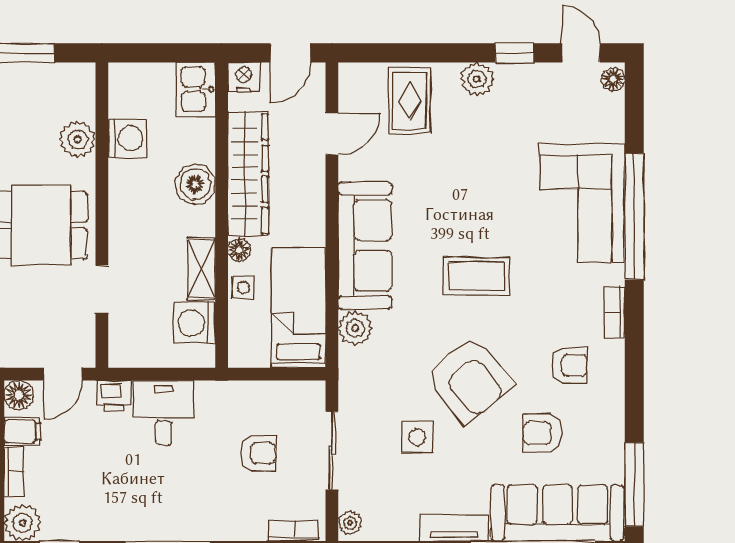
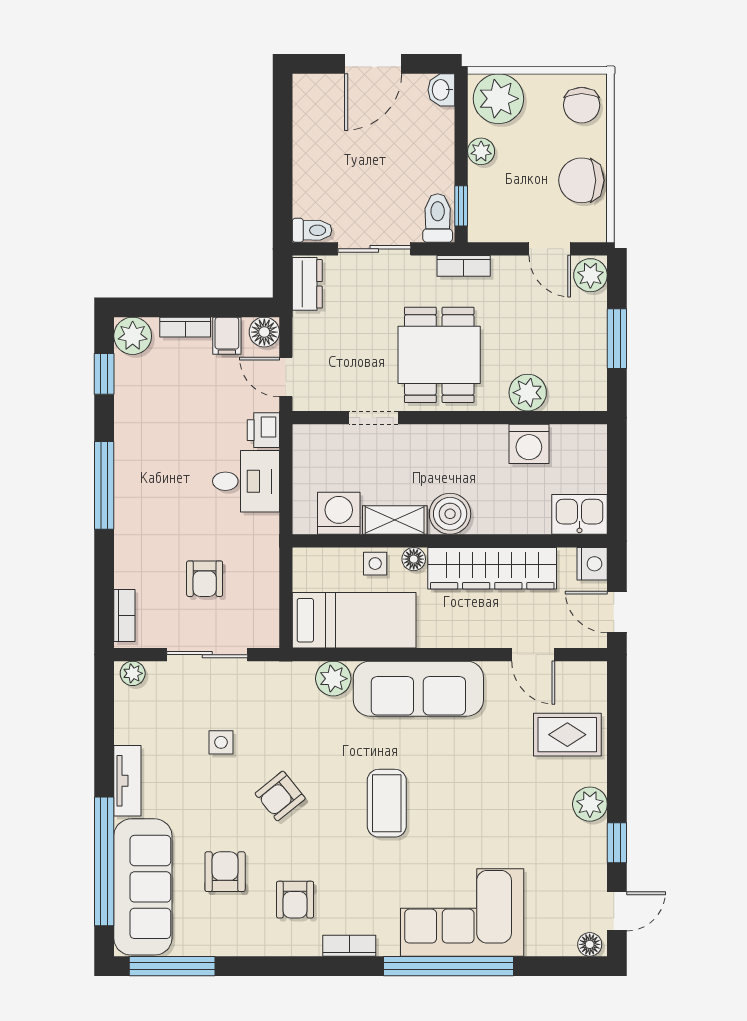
boiler: (195, 184) -> (450, 514), moved
armchair: (469, 380) -> (280, 796), width x0.53, depth x0.53
side table: (417, 437) -> (221, 742), width x0.73, depth x0.73

